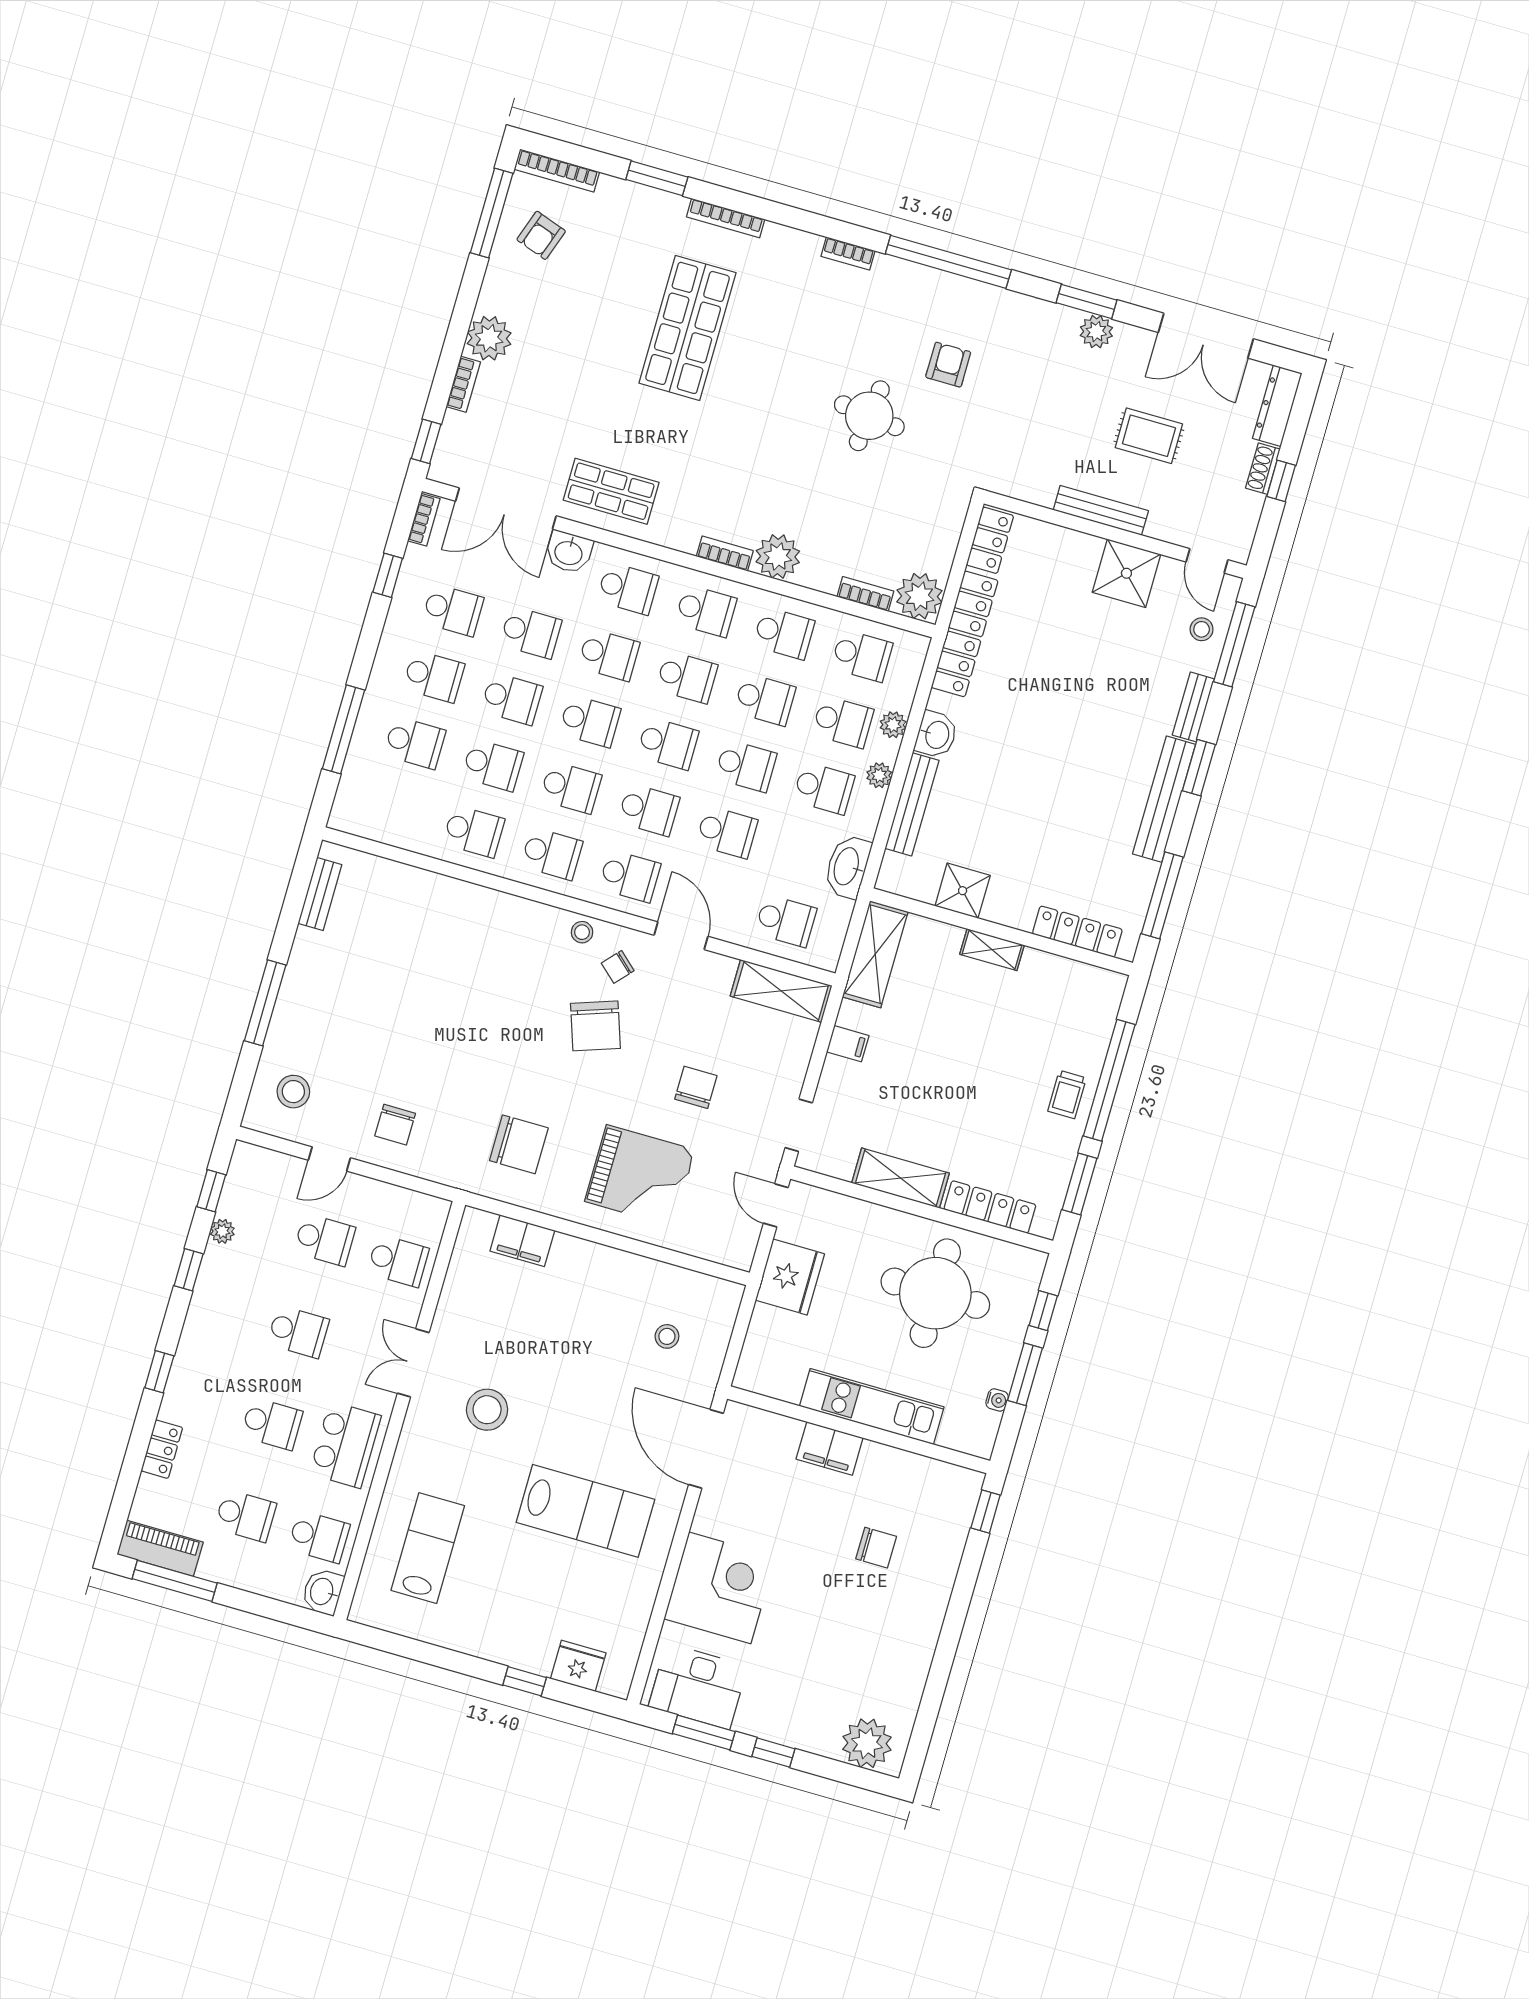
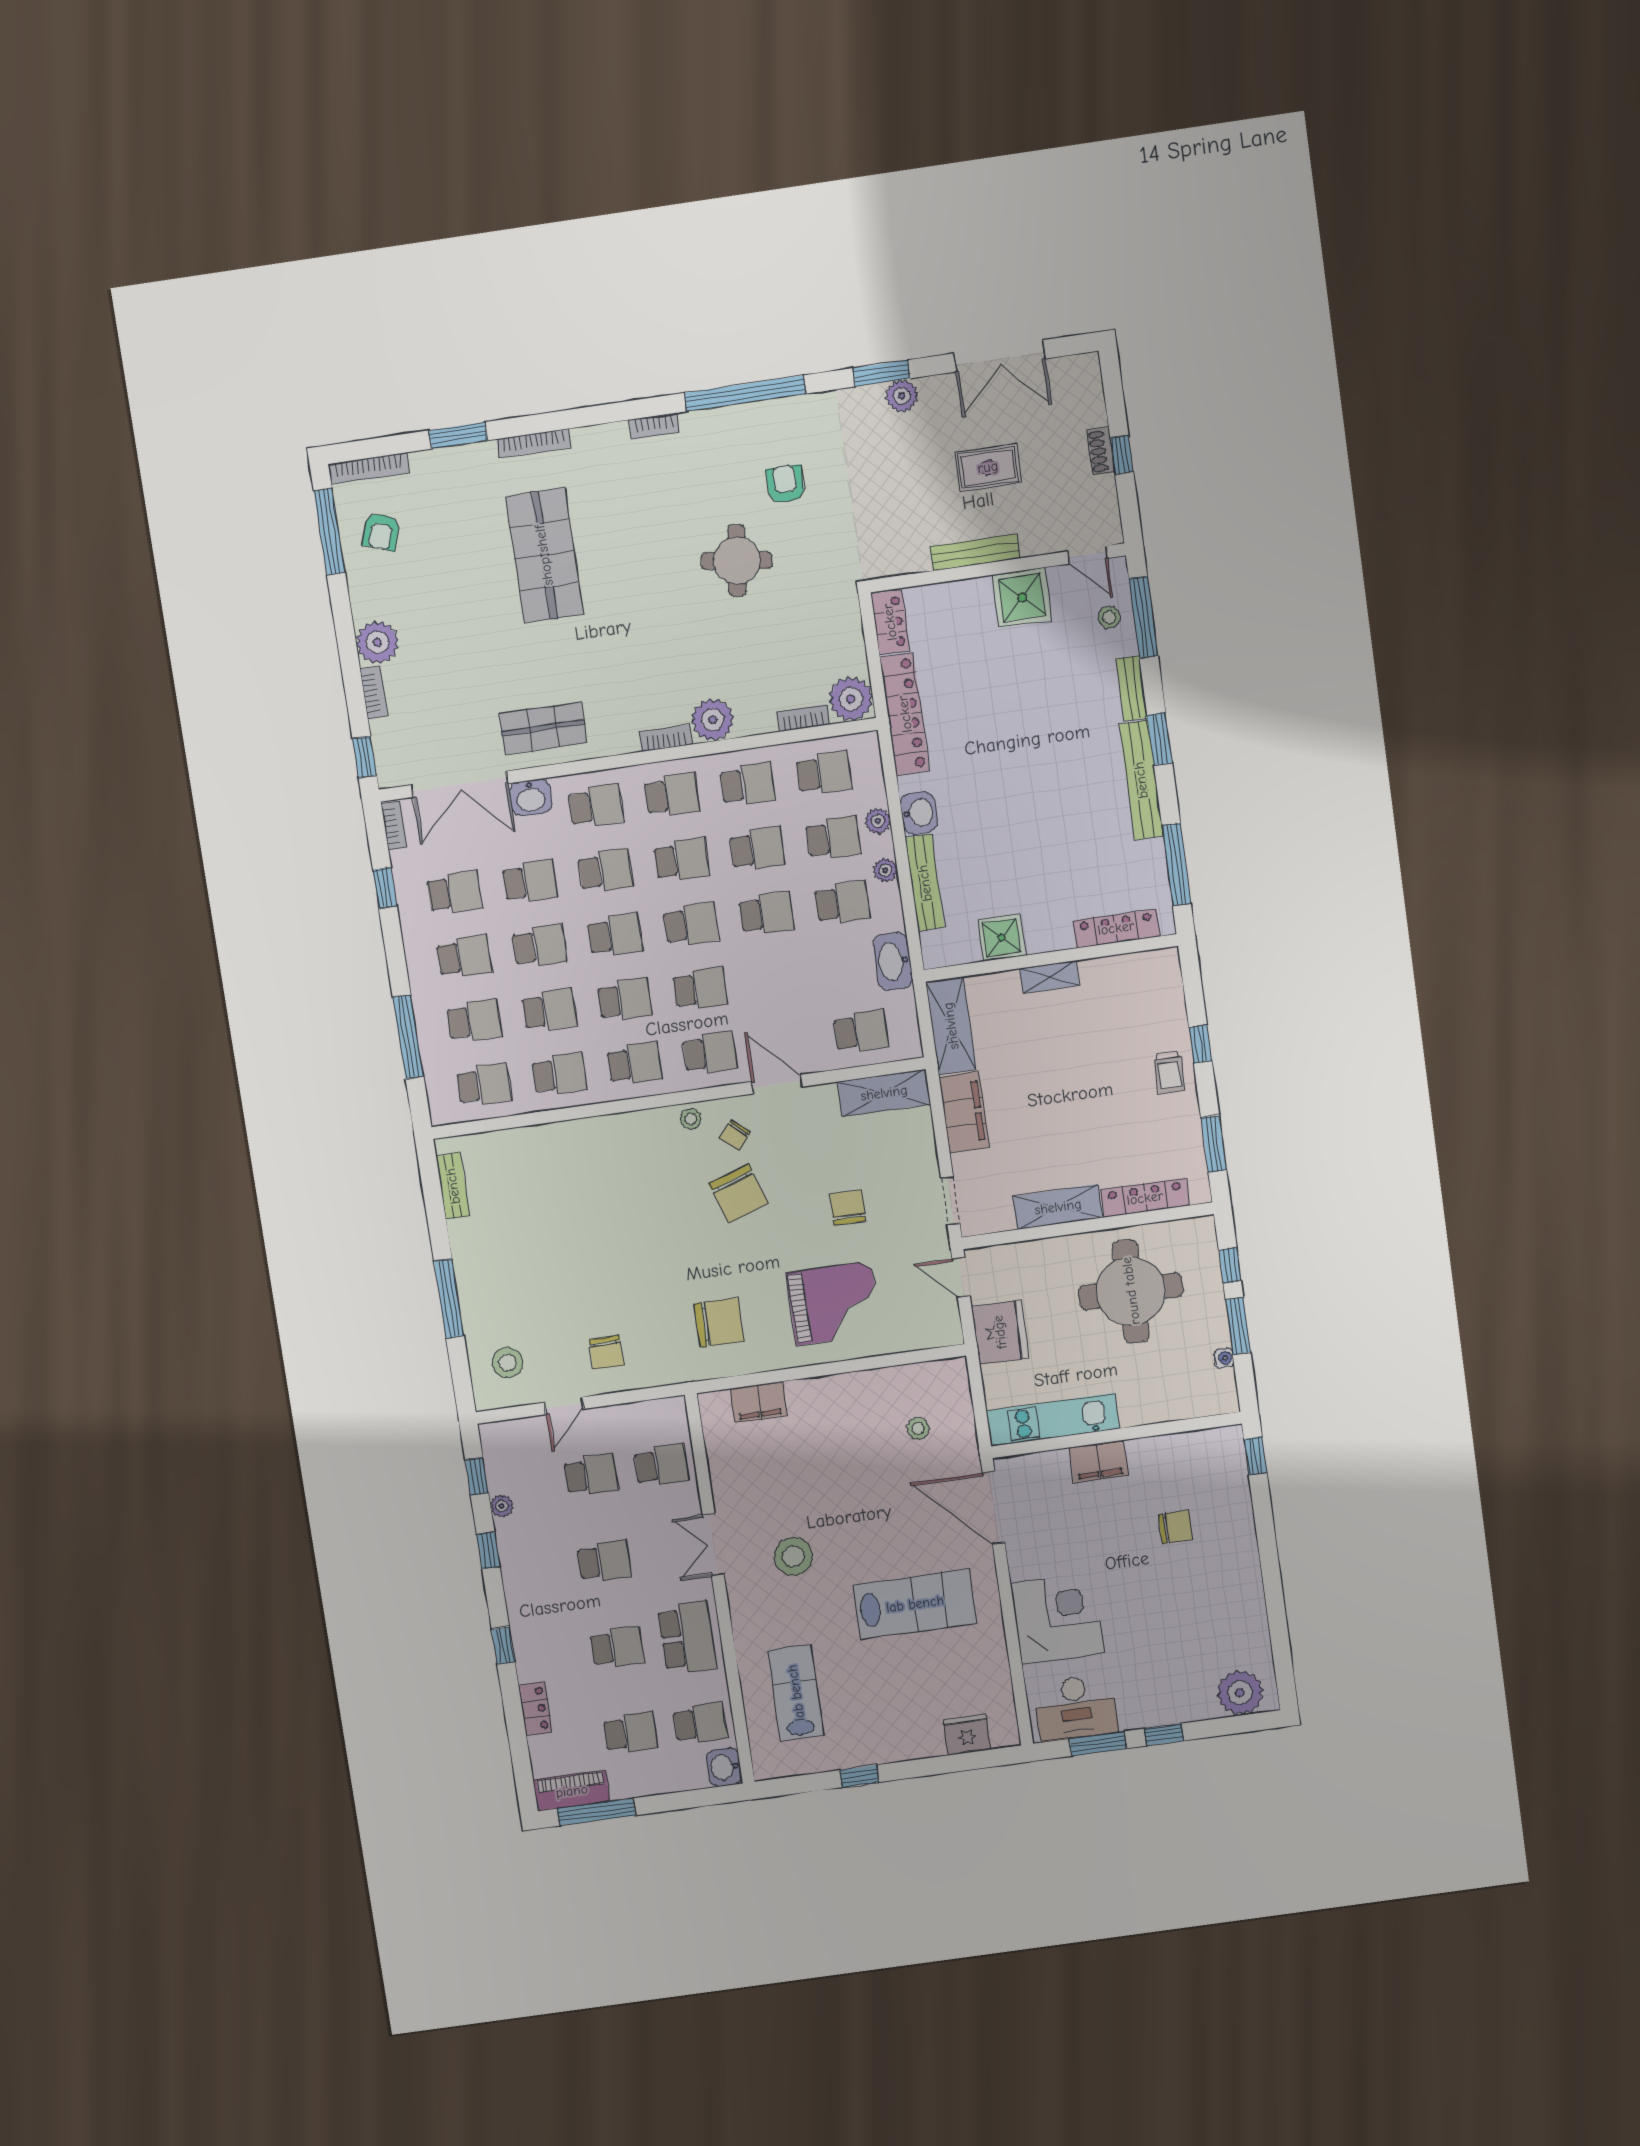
dresser: (1277, 406) -> (1089, 390), removed
school desk: (727, 832) -> (484, 1085), moved
filing cabinet: (848, 1044) -> (964, 1112), width x3.00, depth x1.17
window: (1109, 1080) -> (1200, 1044), width x0.32
kitchen unit: (872, 1407) -> (1053, 1420), moved
window: (525, 1681) -> (859, 1776), moved

